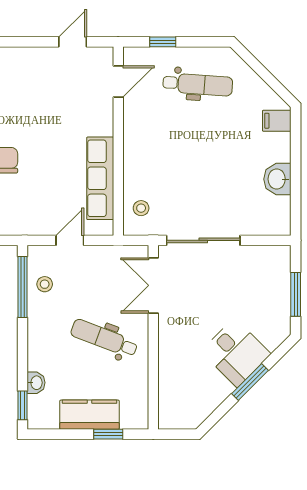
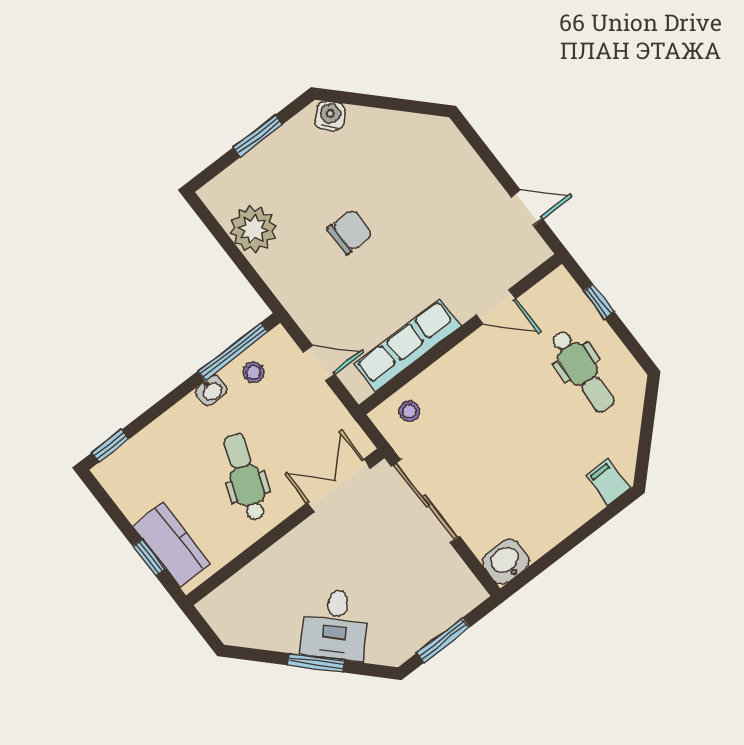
door: (118, 81) -> (496, 307), moved
washbasin: (277, 179) -> (506, 562), moved
washbasin: (36, 383) -> (211, 390), moved
kitchen counter: (90, 415) -> (171, 545), moved

